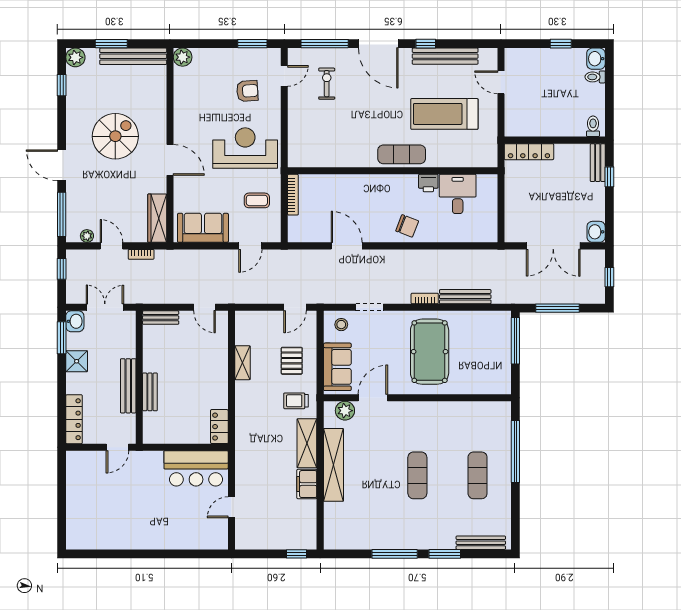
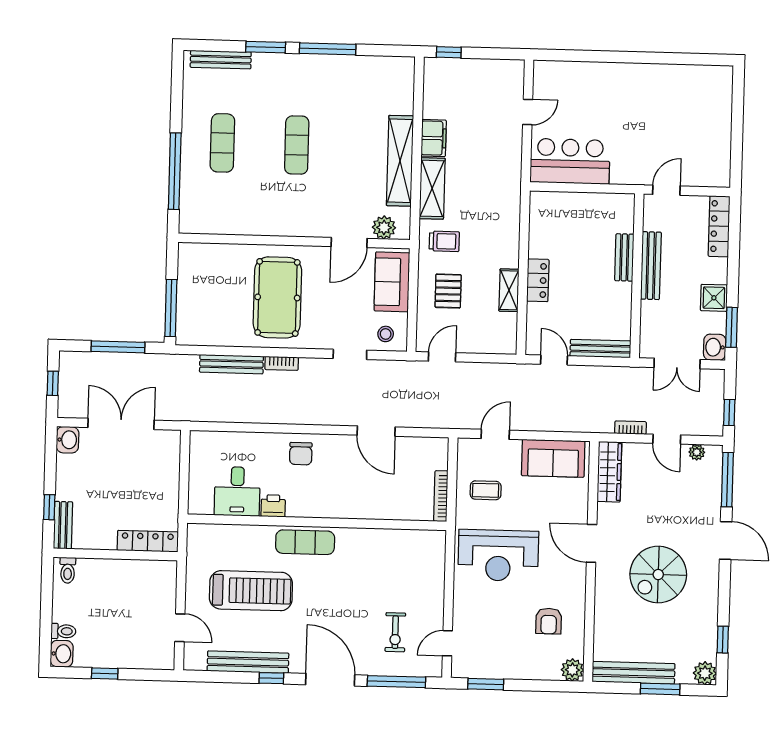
armchair: (247, 91) -> (549, 621), moved, turned -86
chair: (407, 226) -> (301, 454), turned -111
bench: (161, 318) -> (600, 349), width x1.36
locker: (219, 427) -> (538, 280), moved

